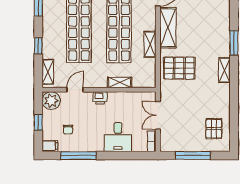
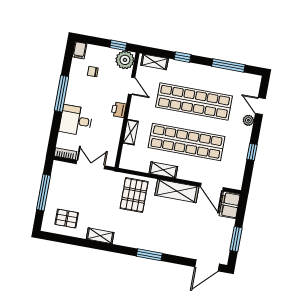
shelving: (224, 70) -> (100, 236), moved
window: (38, 122) -> (118, 45), moved
window: (78, 156) -> (62, 94), moved

